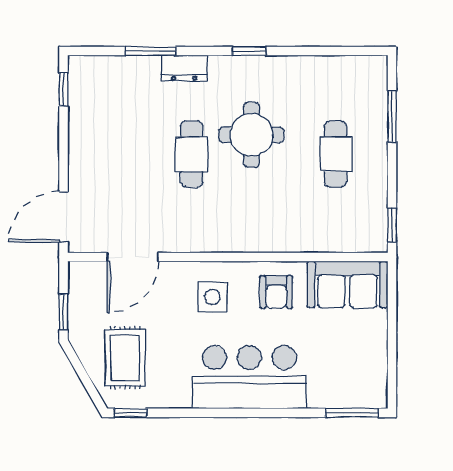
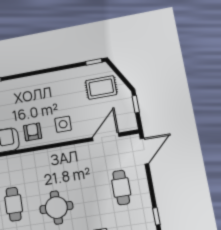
cafe table: (192, 154) -> (121, 187), moved
rug: (125, 358) -> (101, 87), turned 90
bar counter: (249, 377) -> (39, 89), removed

